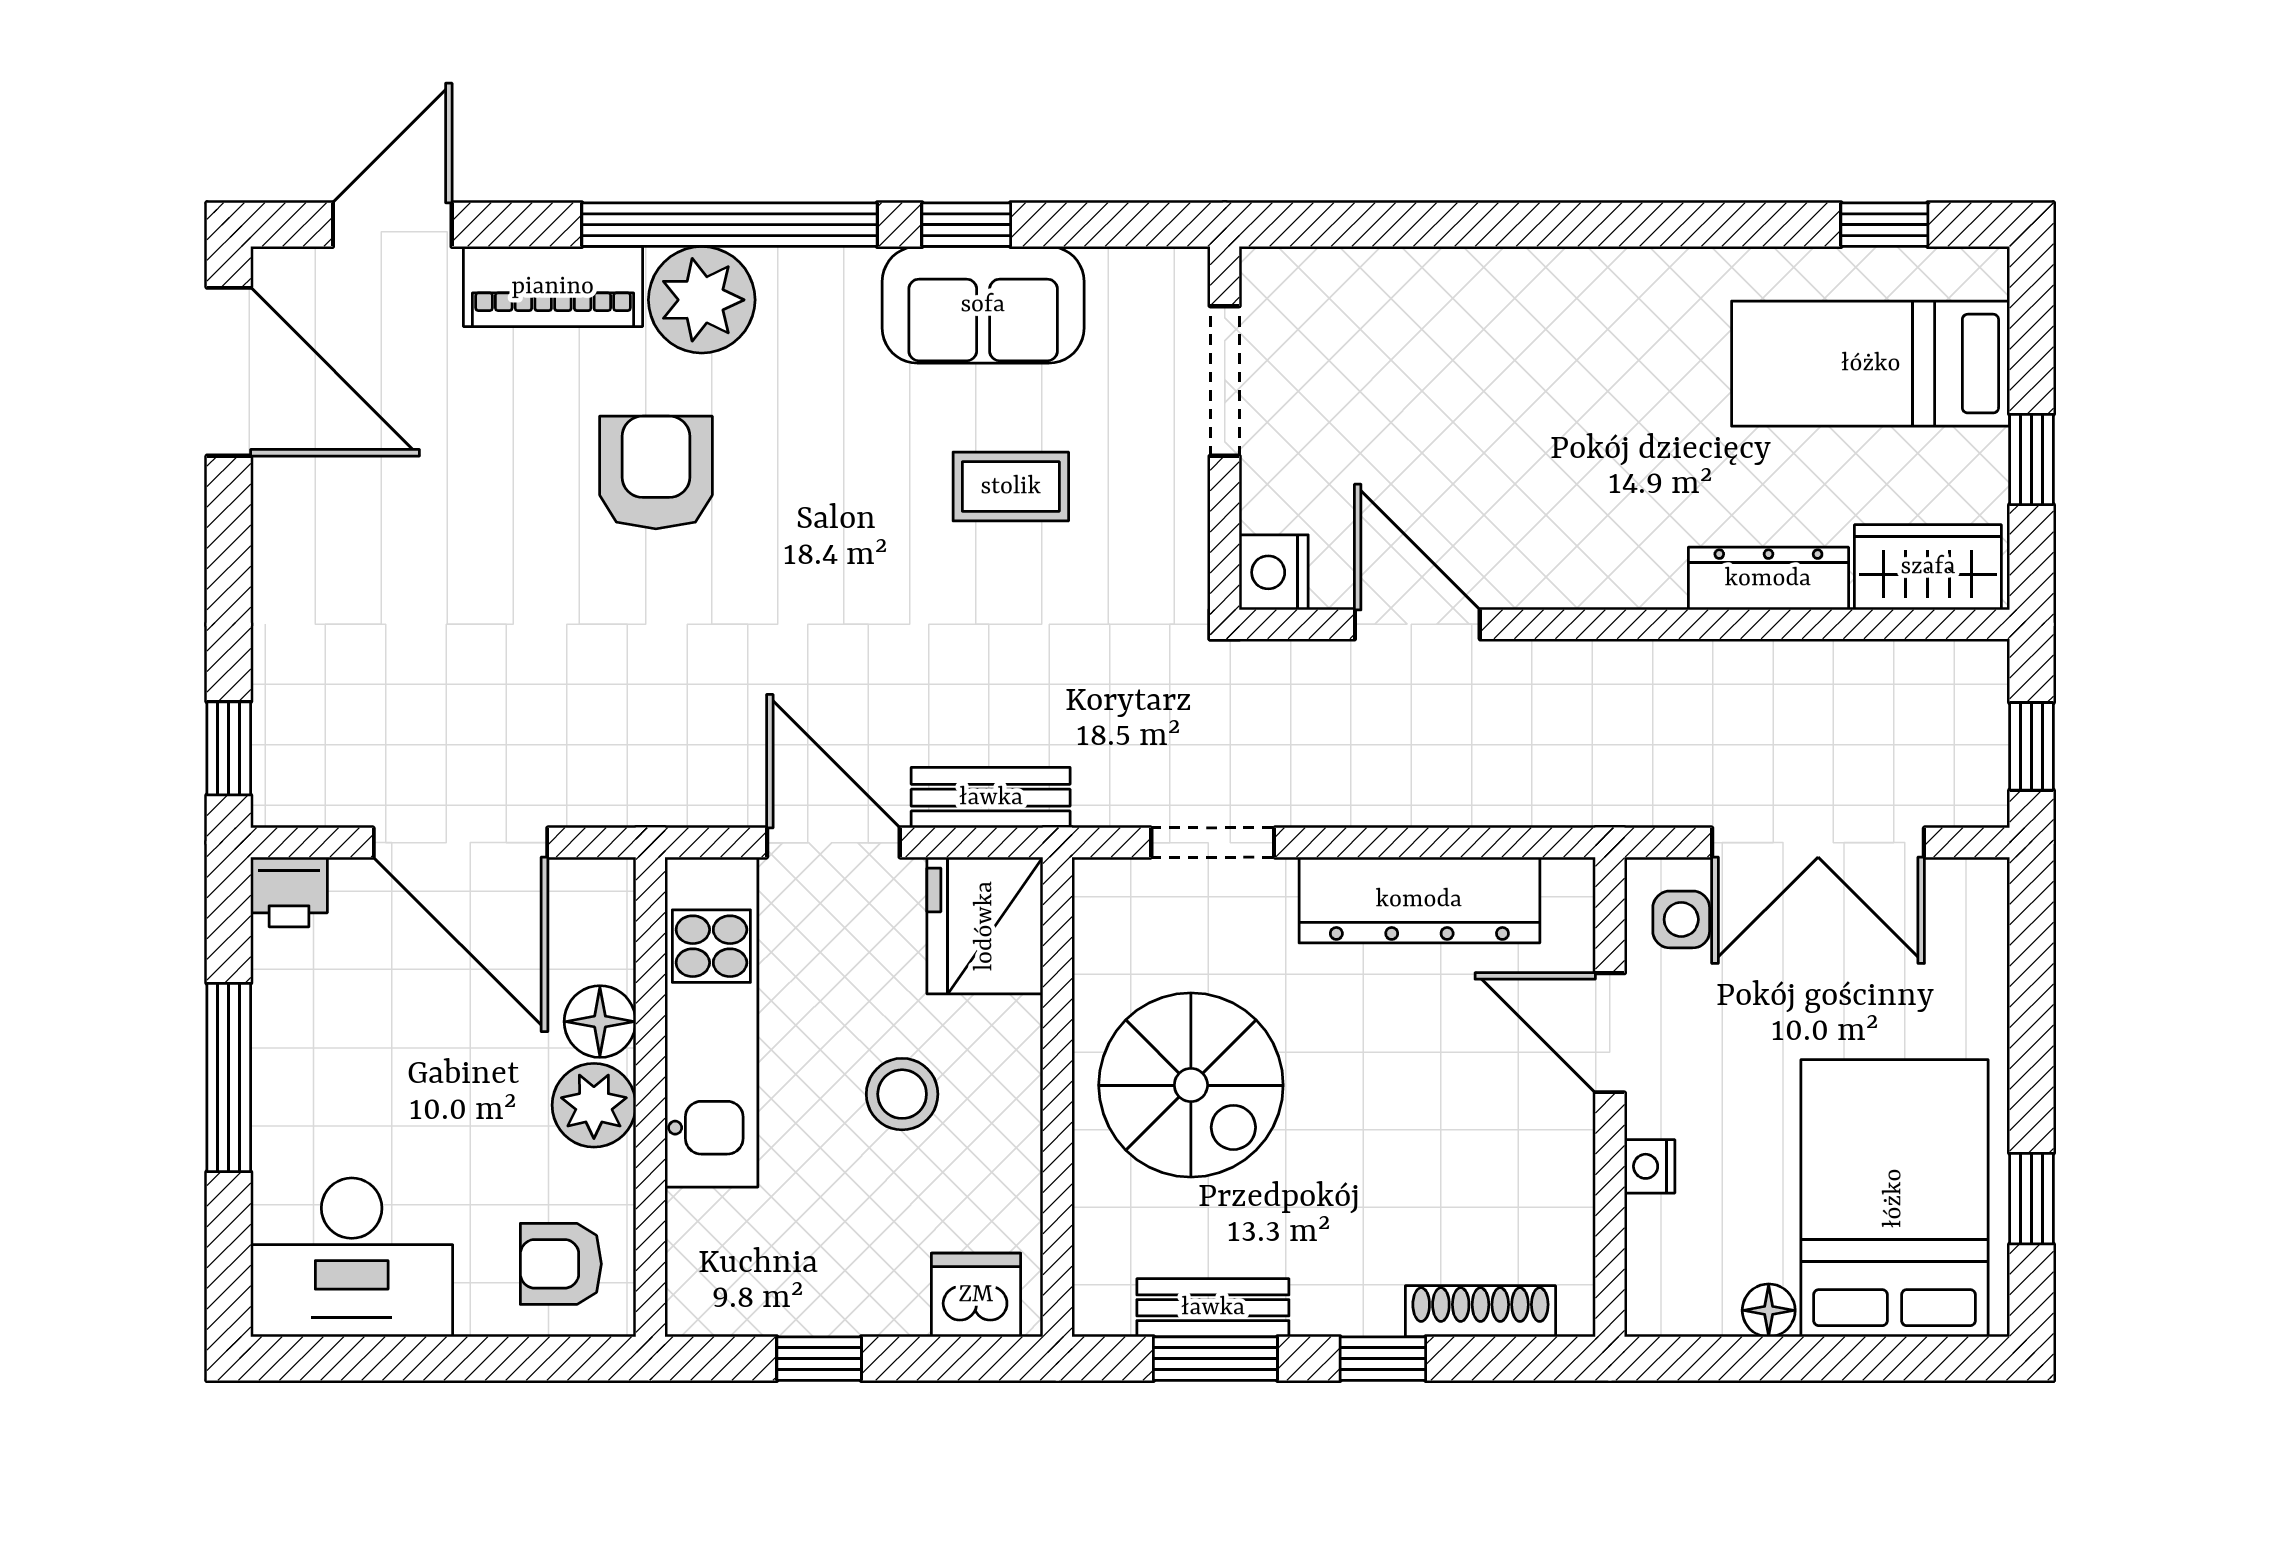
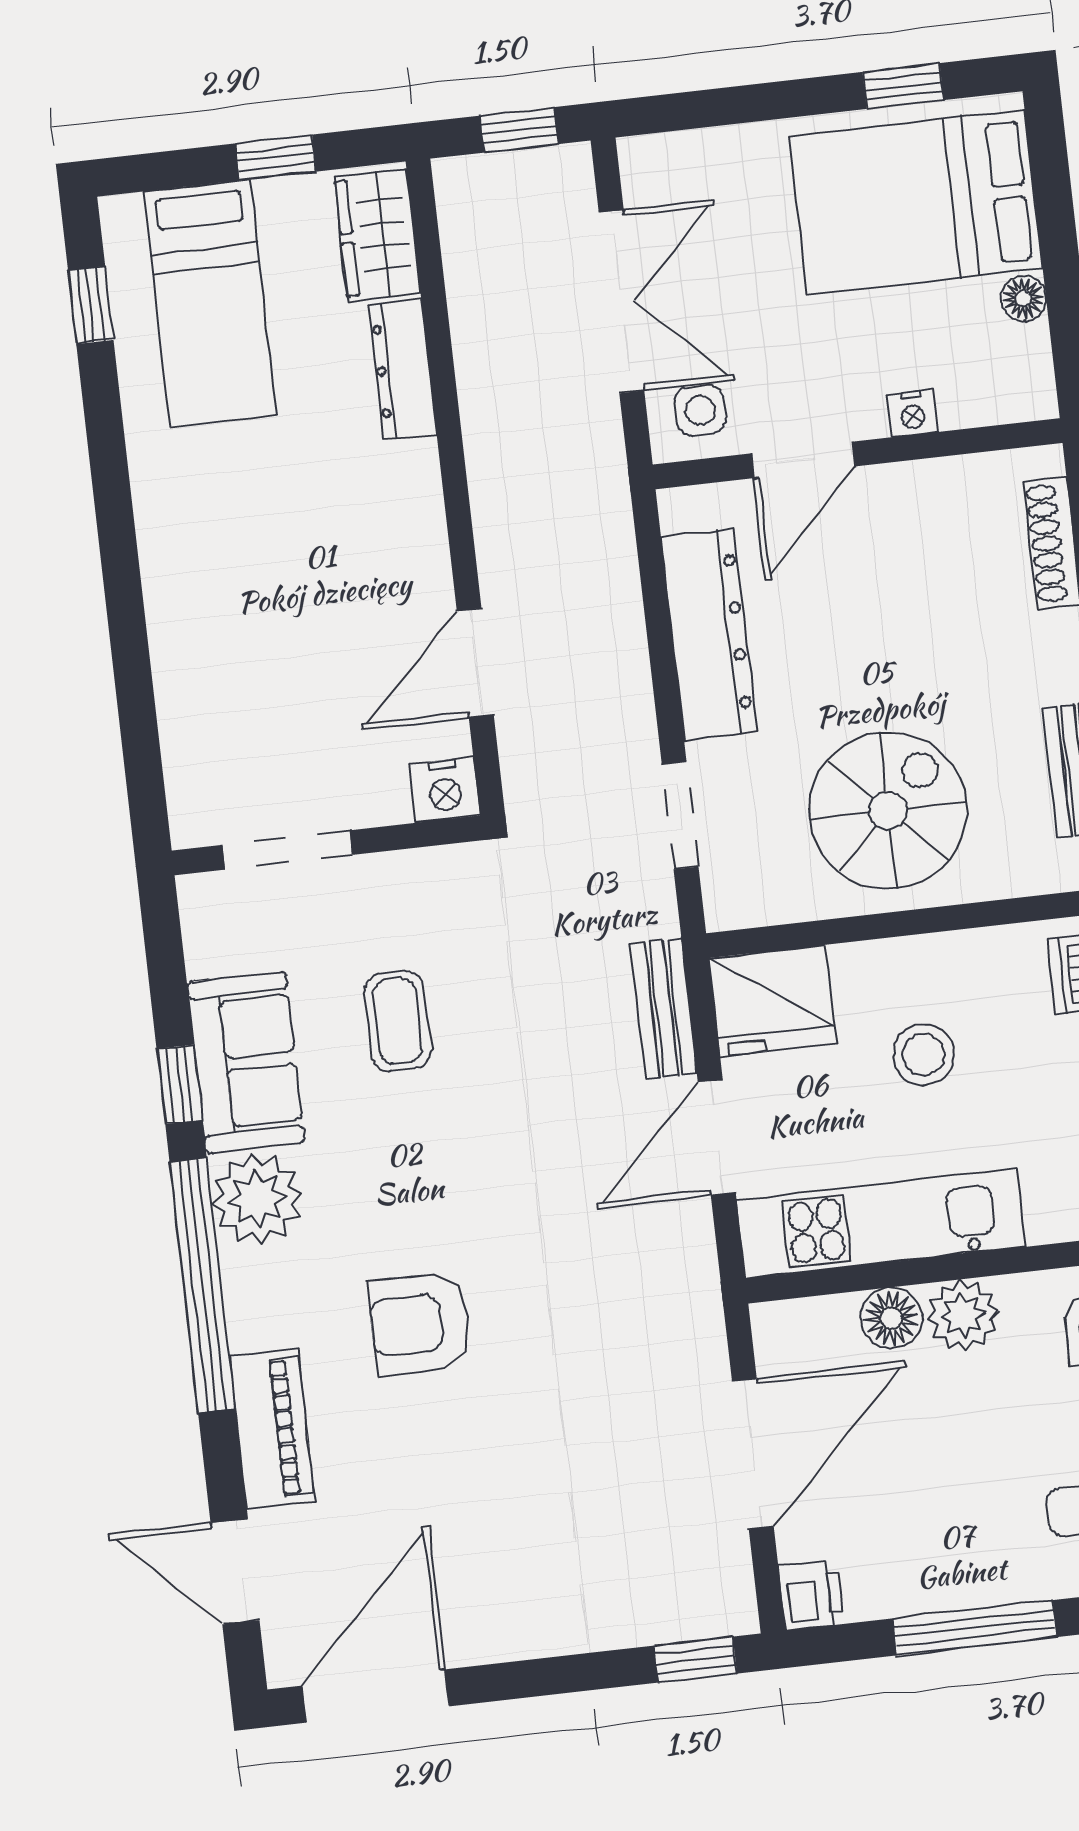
plant: (702, 300) -> (257, 1199), moved

